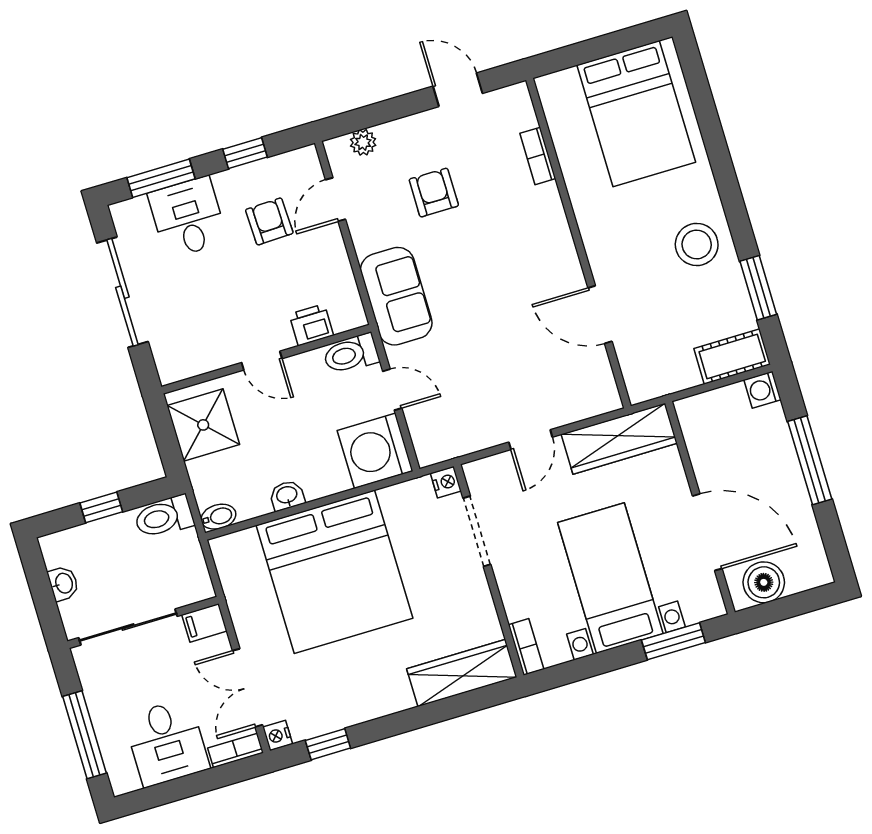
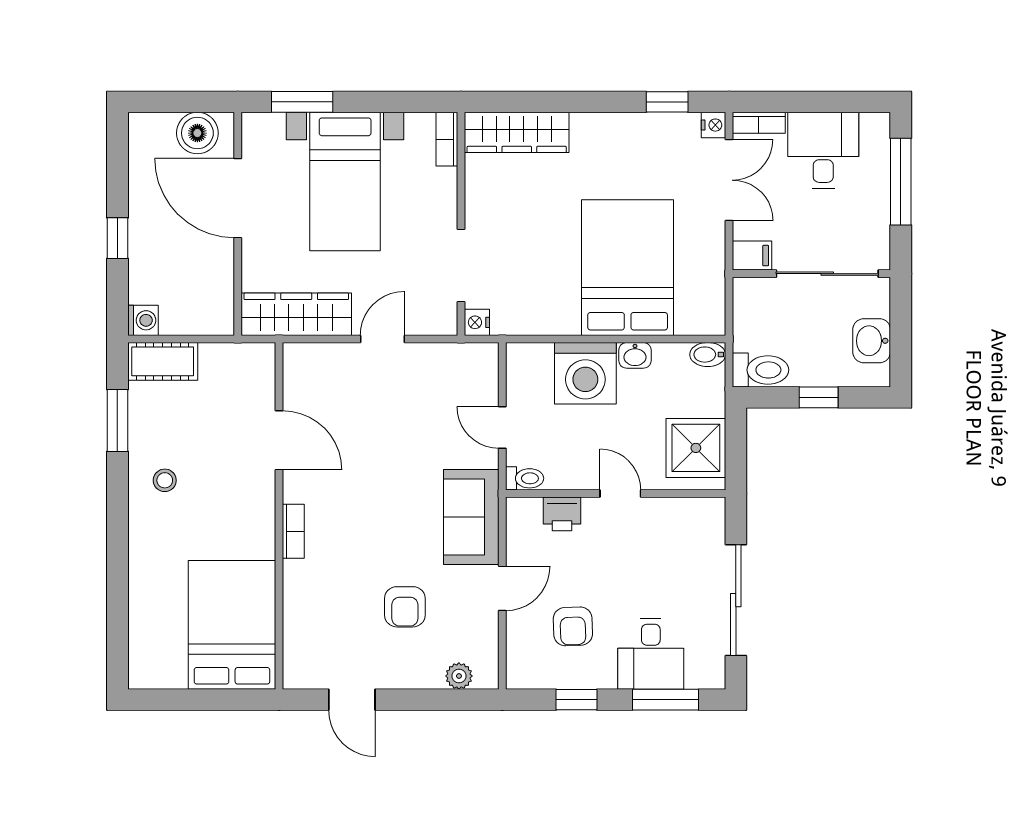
bed: (636, 114) -> (232, 625), moved
bookcase: (538, 156) -> (293, 531), moved
door: (336, 200) -> (502, 588), moved
stool: (697, 244) -> (165, 480), width x0.53, depth x0.53
toilet: (351, 354) -> (525, 478), width x0.73, depth x0.72
washing machine: (375, 451) -> (585, 373), moved, turned 90
window: (810, 460) -> (117, 238), width x0.46
bed: (334, 572) -> (628, 268), width x0.73
washbasin: (63, 583) -> (872, 341), width x1.38, depth x1.45

